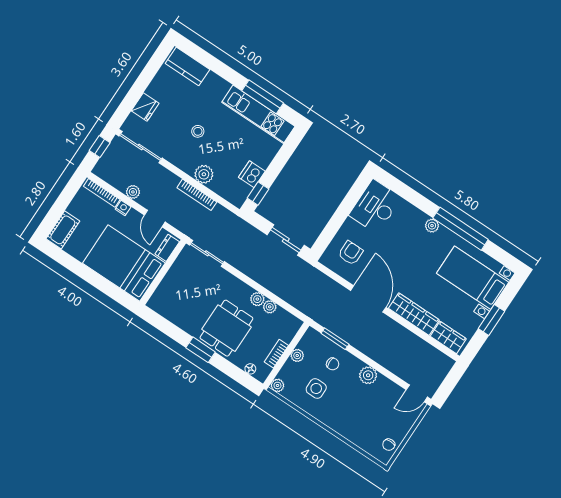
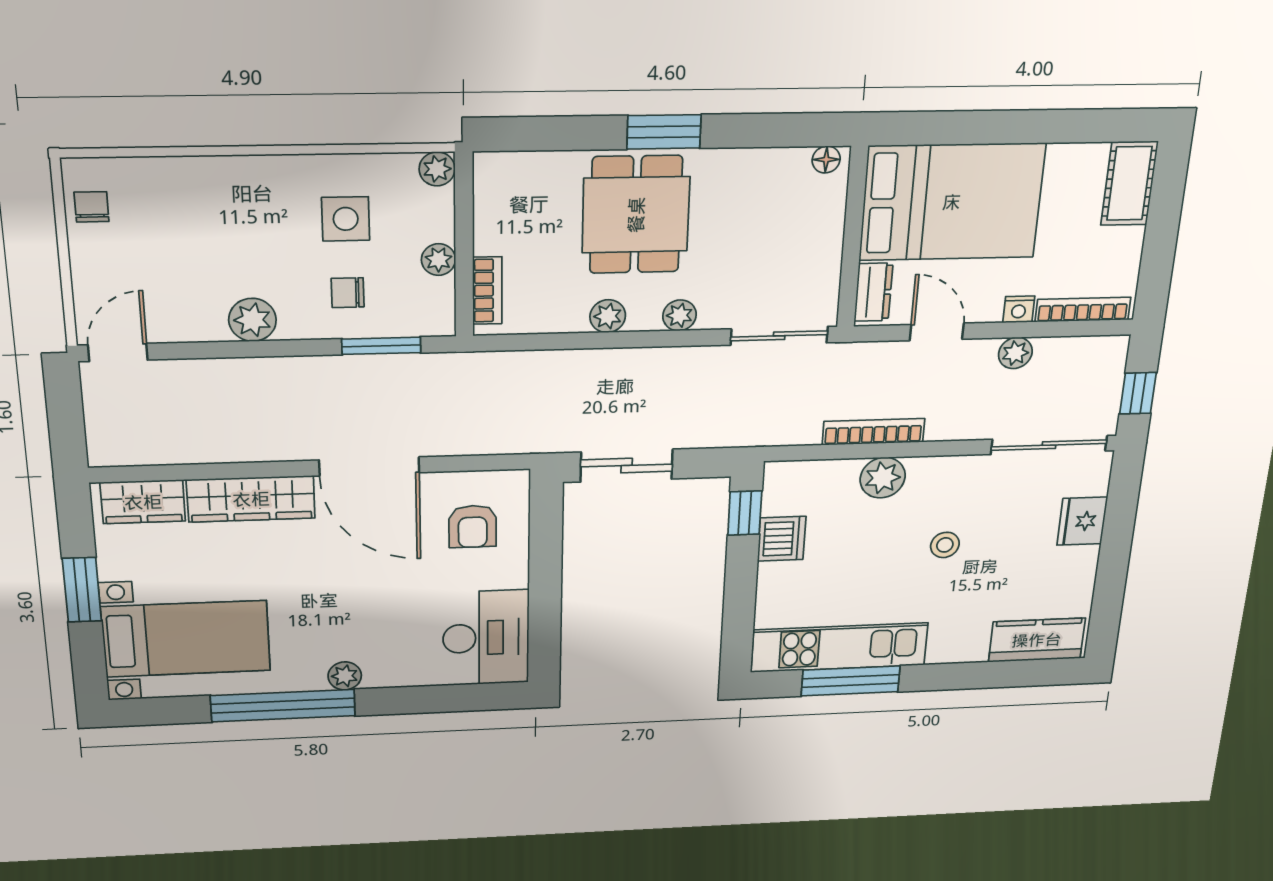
plant: (270, 307) -> (680, 315), moved
bookcase: (276, 354) -> (487, 291), moved
floor lamp: (250, 369) -> (826, 160), moved

